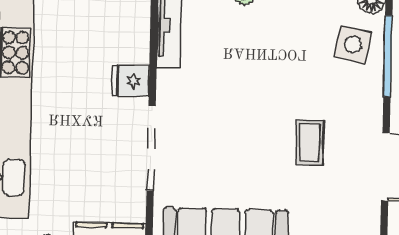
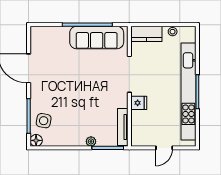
coffee table: (310, 142) -> (61, 78), removed

